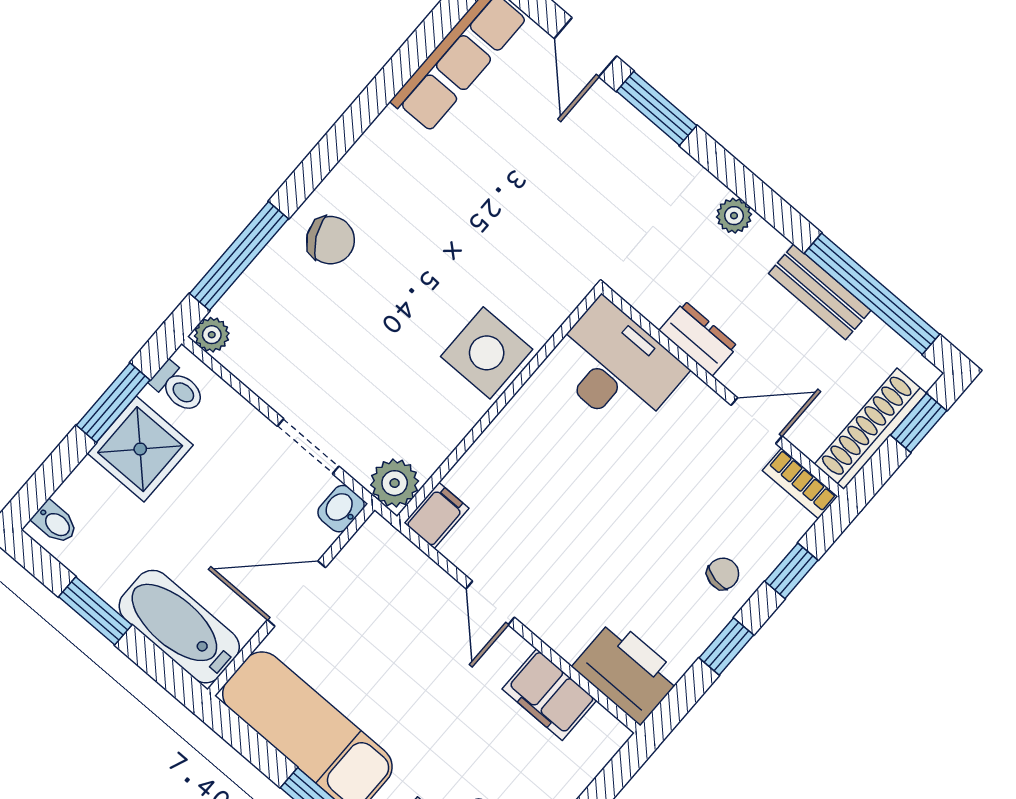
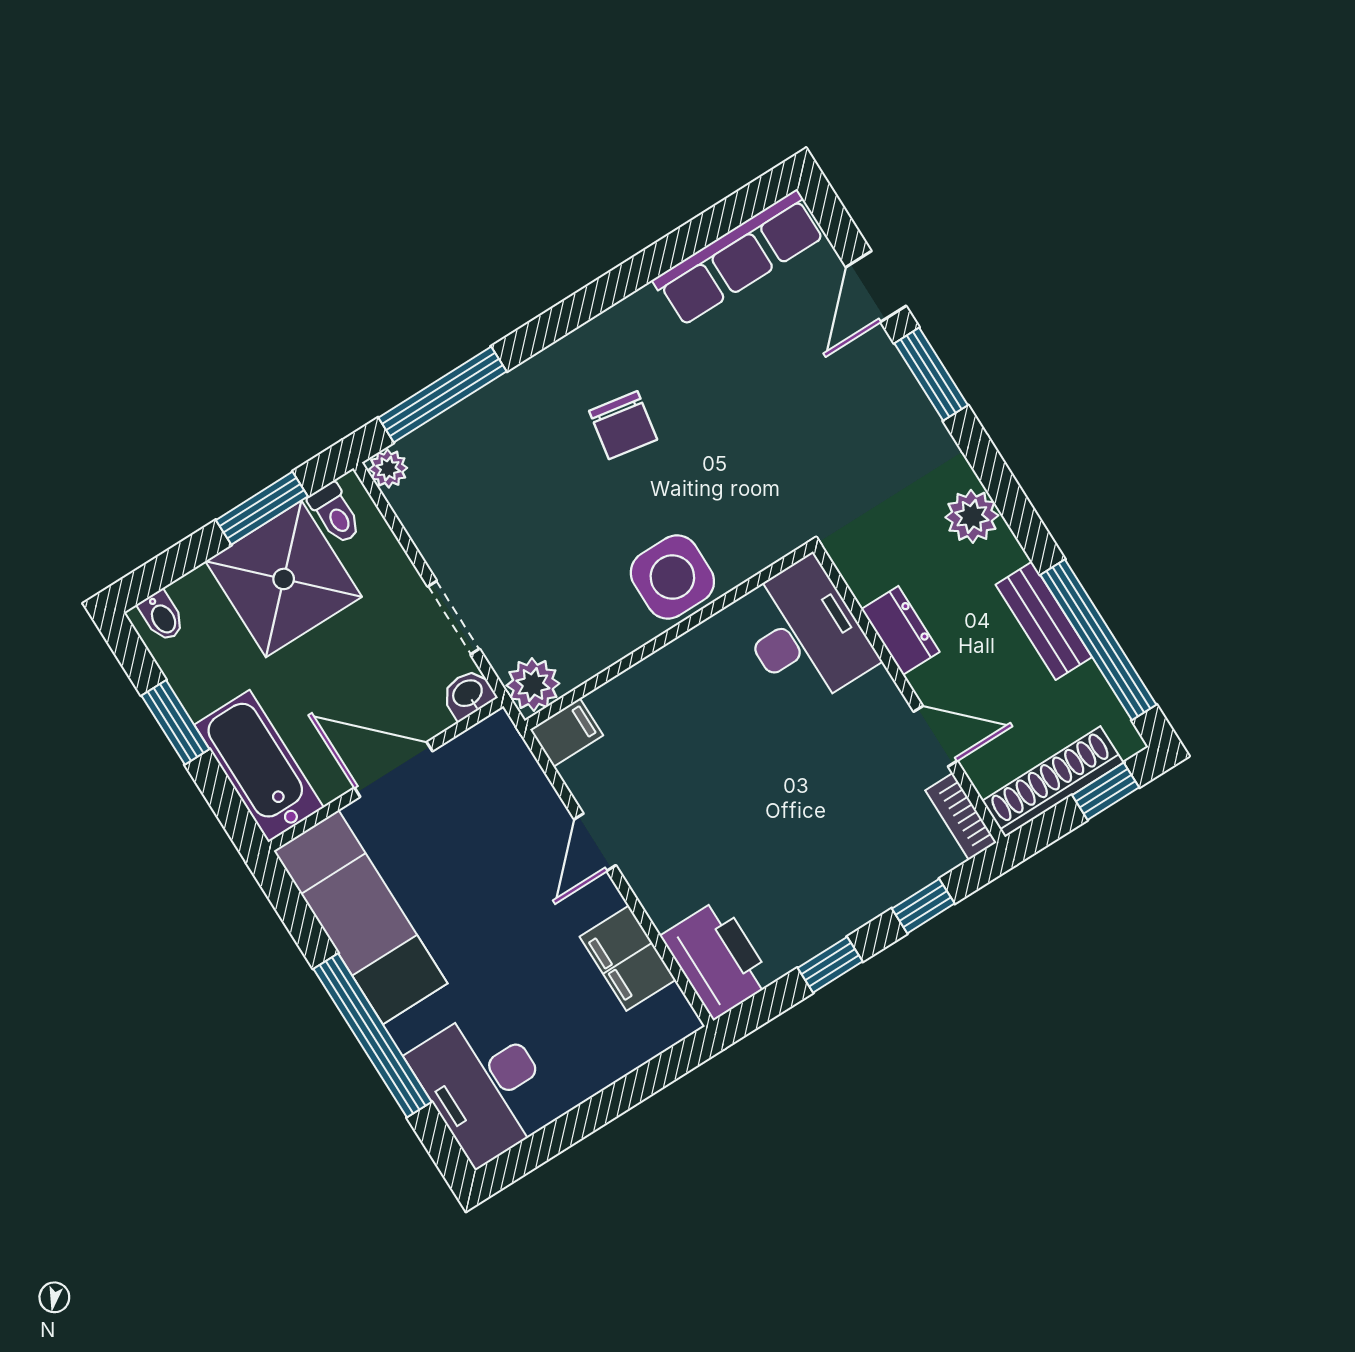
plant: (734, 216) -> (972, 516), width x1.38, depth x1.38
chair: (331, 240) -> (623, 425), moved, turned 37
shower: (140, 449) -> (284, 579), width x1.37, depth x1.37
chair: (723, 574) -> (850, 887), removed

